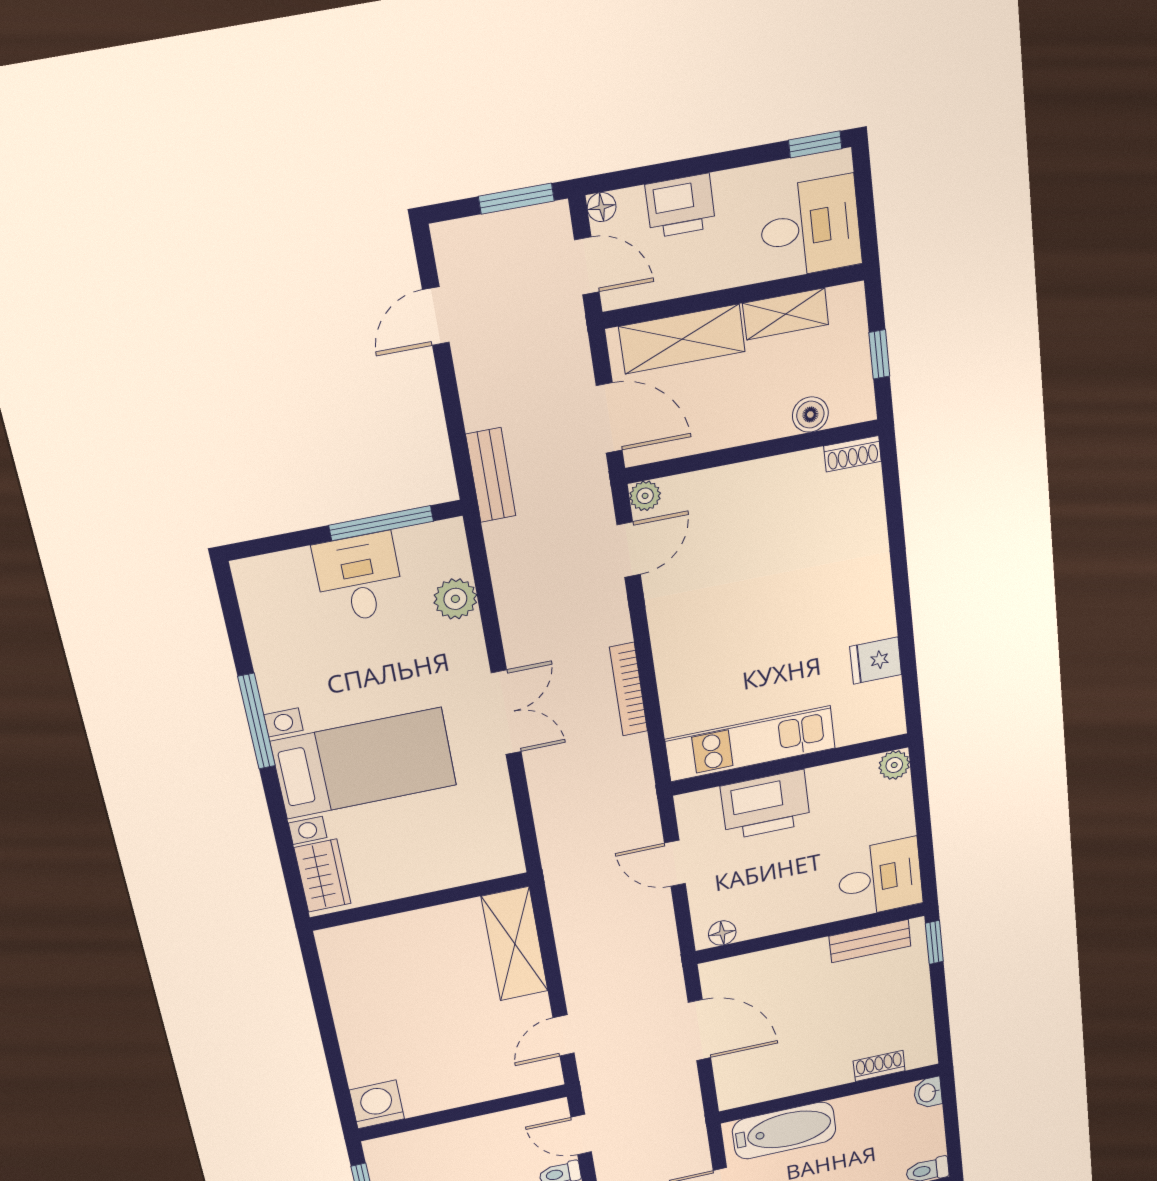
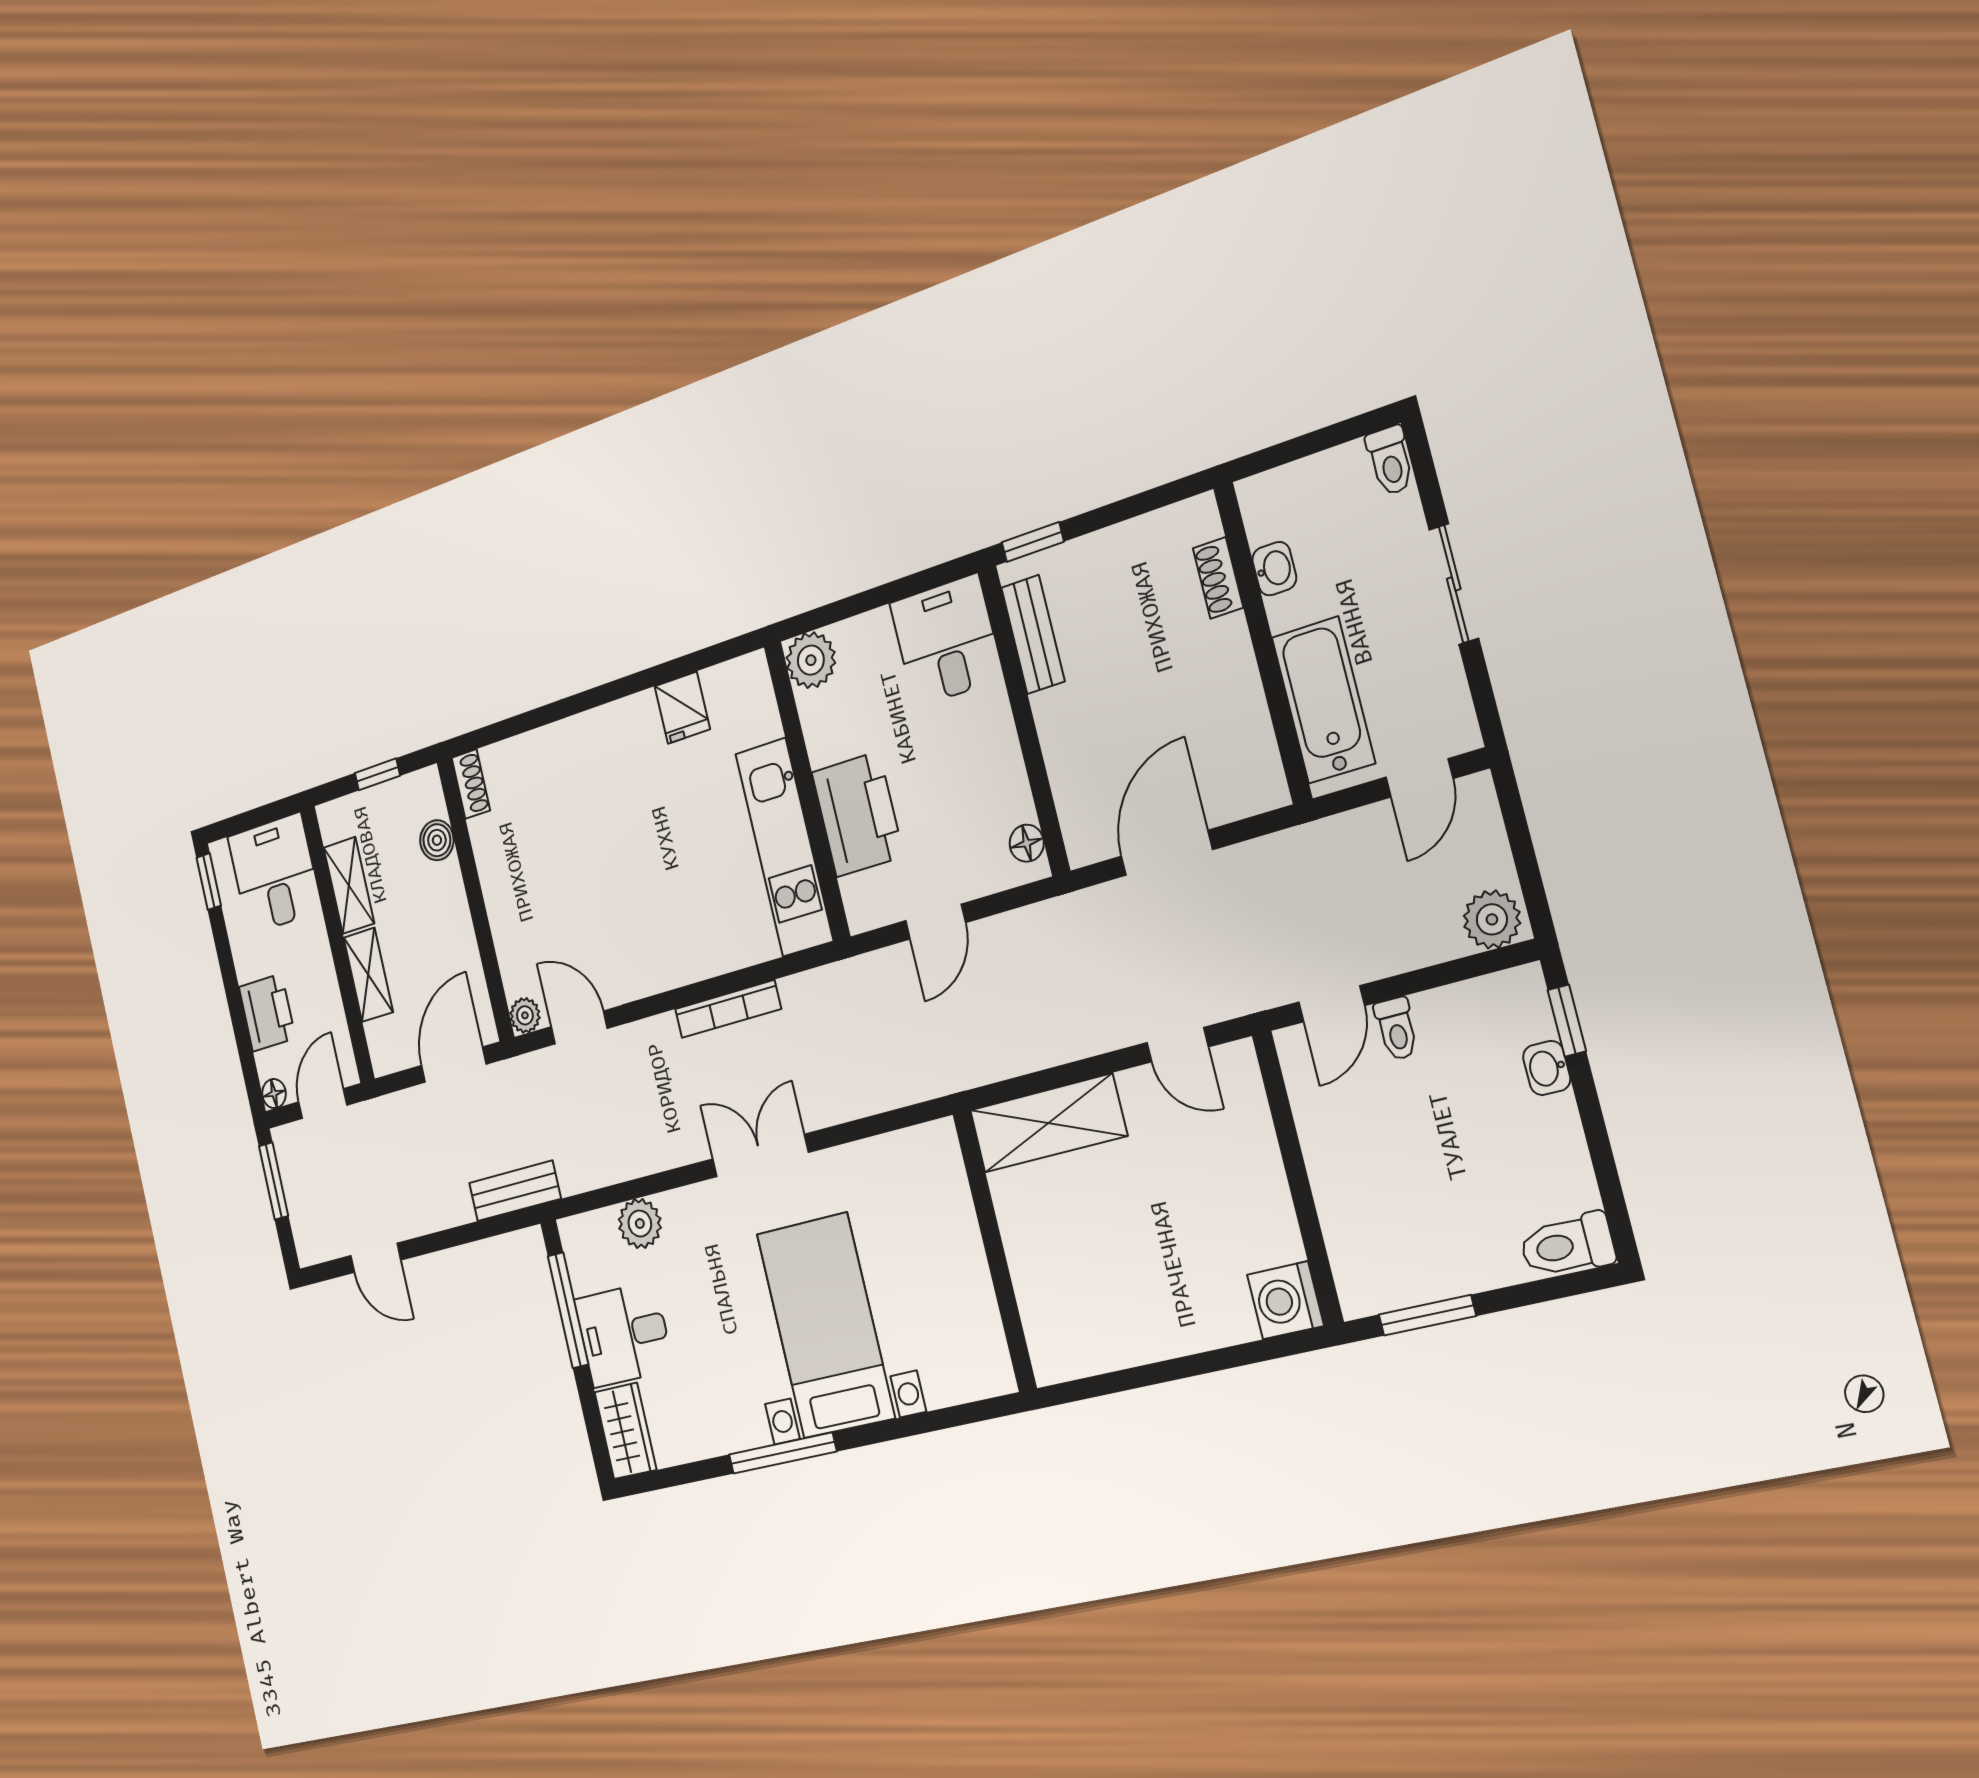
shelving: (682, 339) -> (368, 975), width x0.67, depth x0.75
plant: (894, 765) -> (811, 660), width x1.38, depth x1.38
wardrobe: (323, 876) -> (626, 1431), moved, turned 90
washbasin: (928, 1093) -> (1274, 569), moved, turned -90

